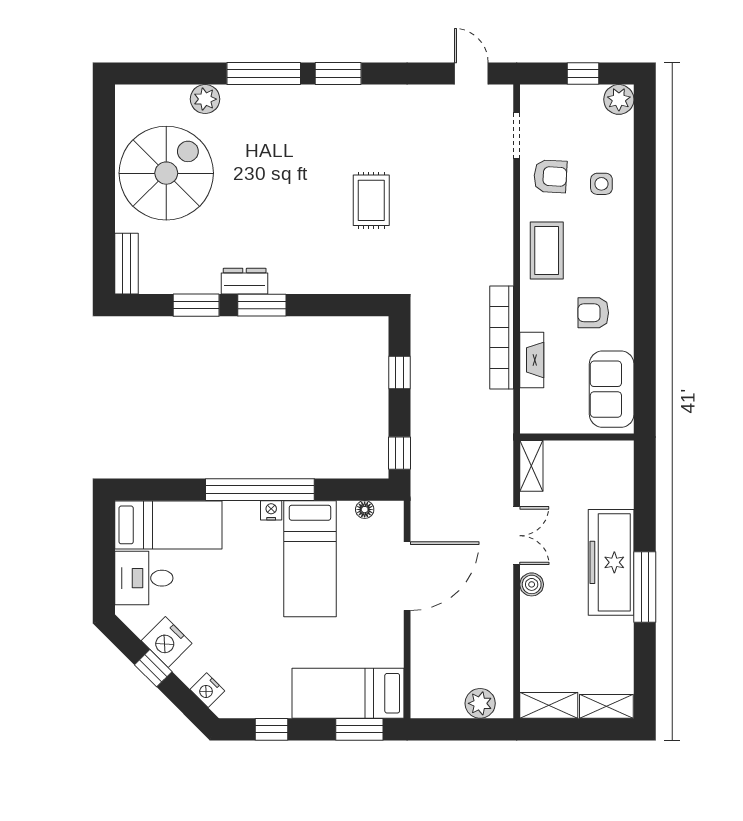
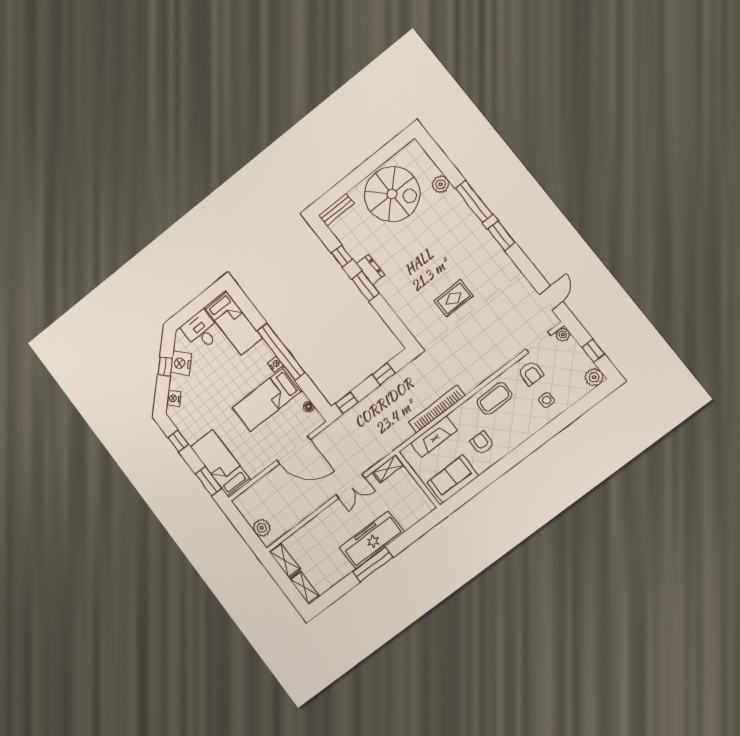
plant: (531, 96) -> (563, 335), added
window: (196, 305) -> (342, 256), width x0.67
fireplace: (532, 360) -> (434, 437), width x1.37, depth x1.32
boiler: (532, 584) -> (334, 510), removed

